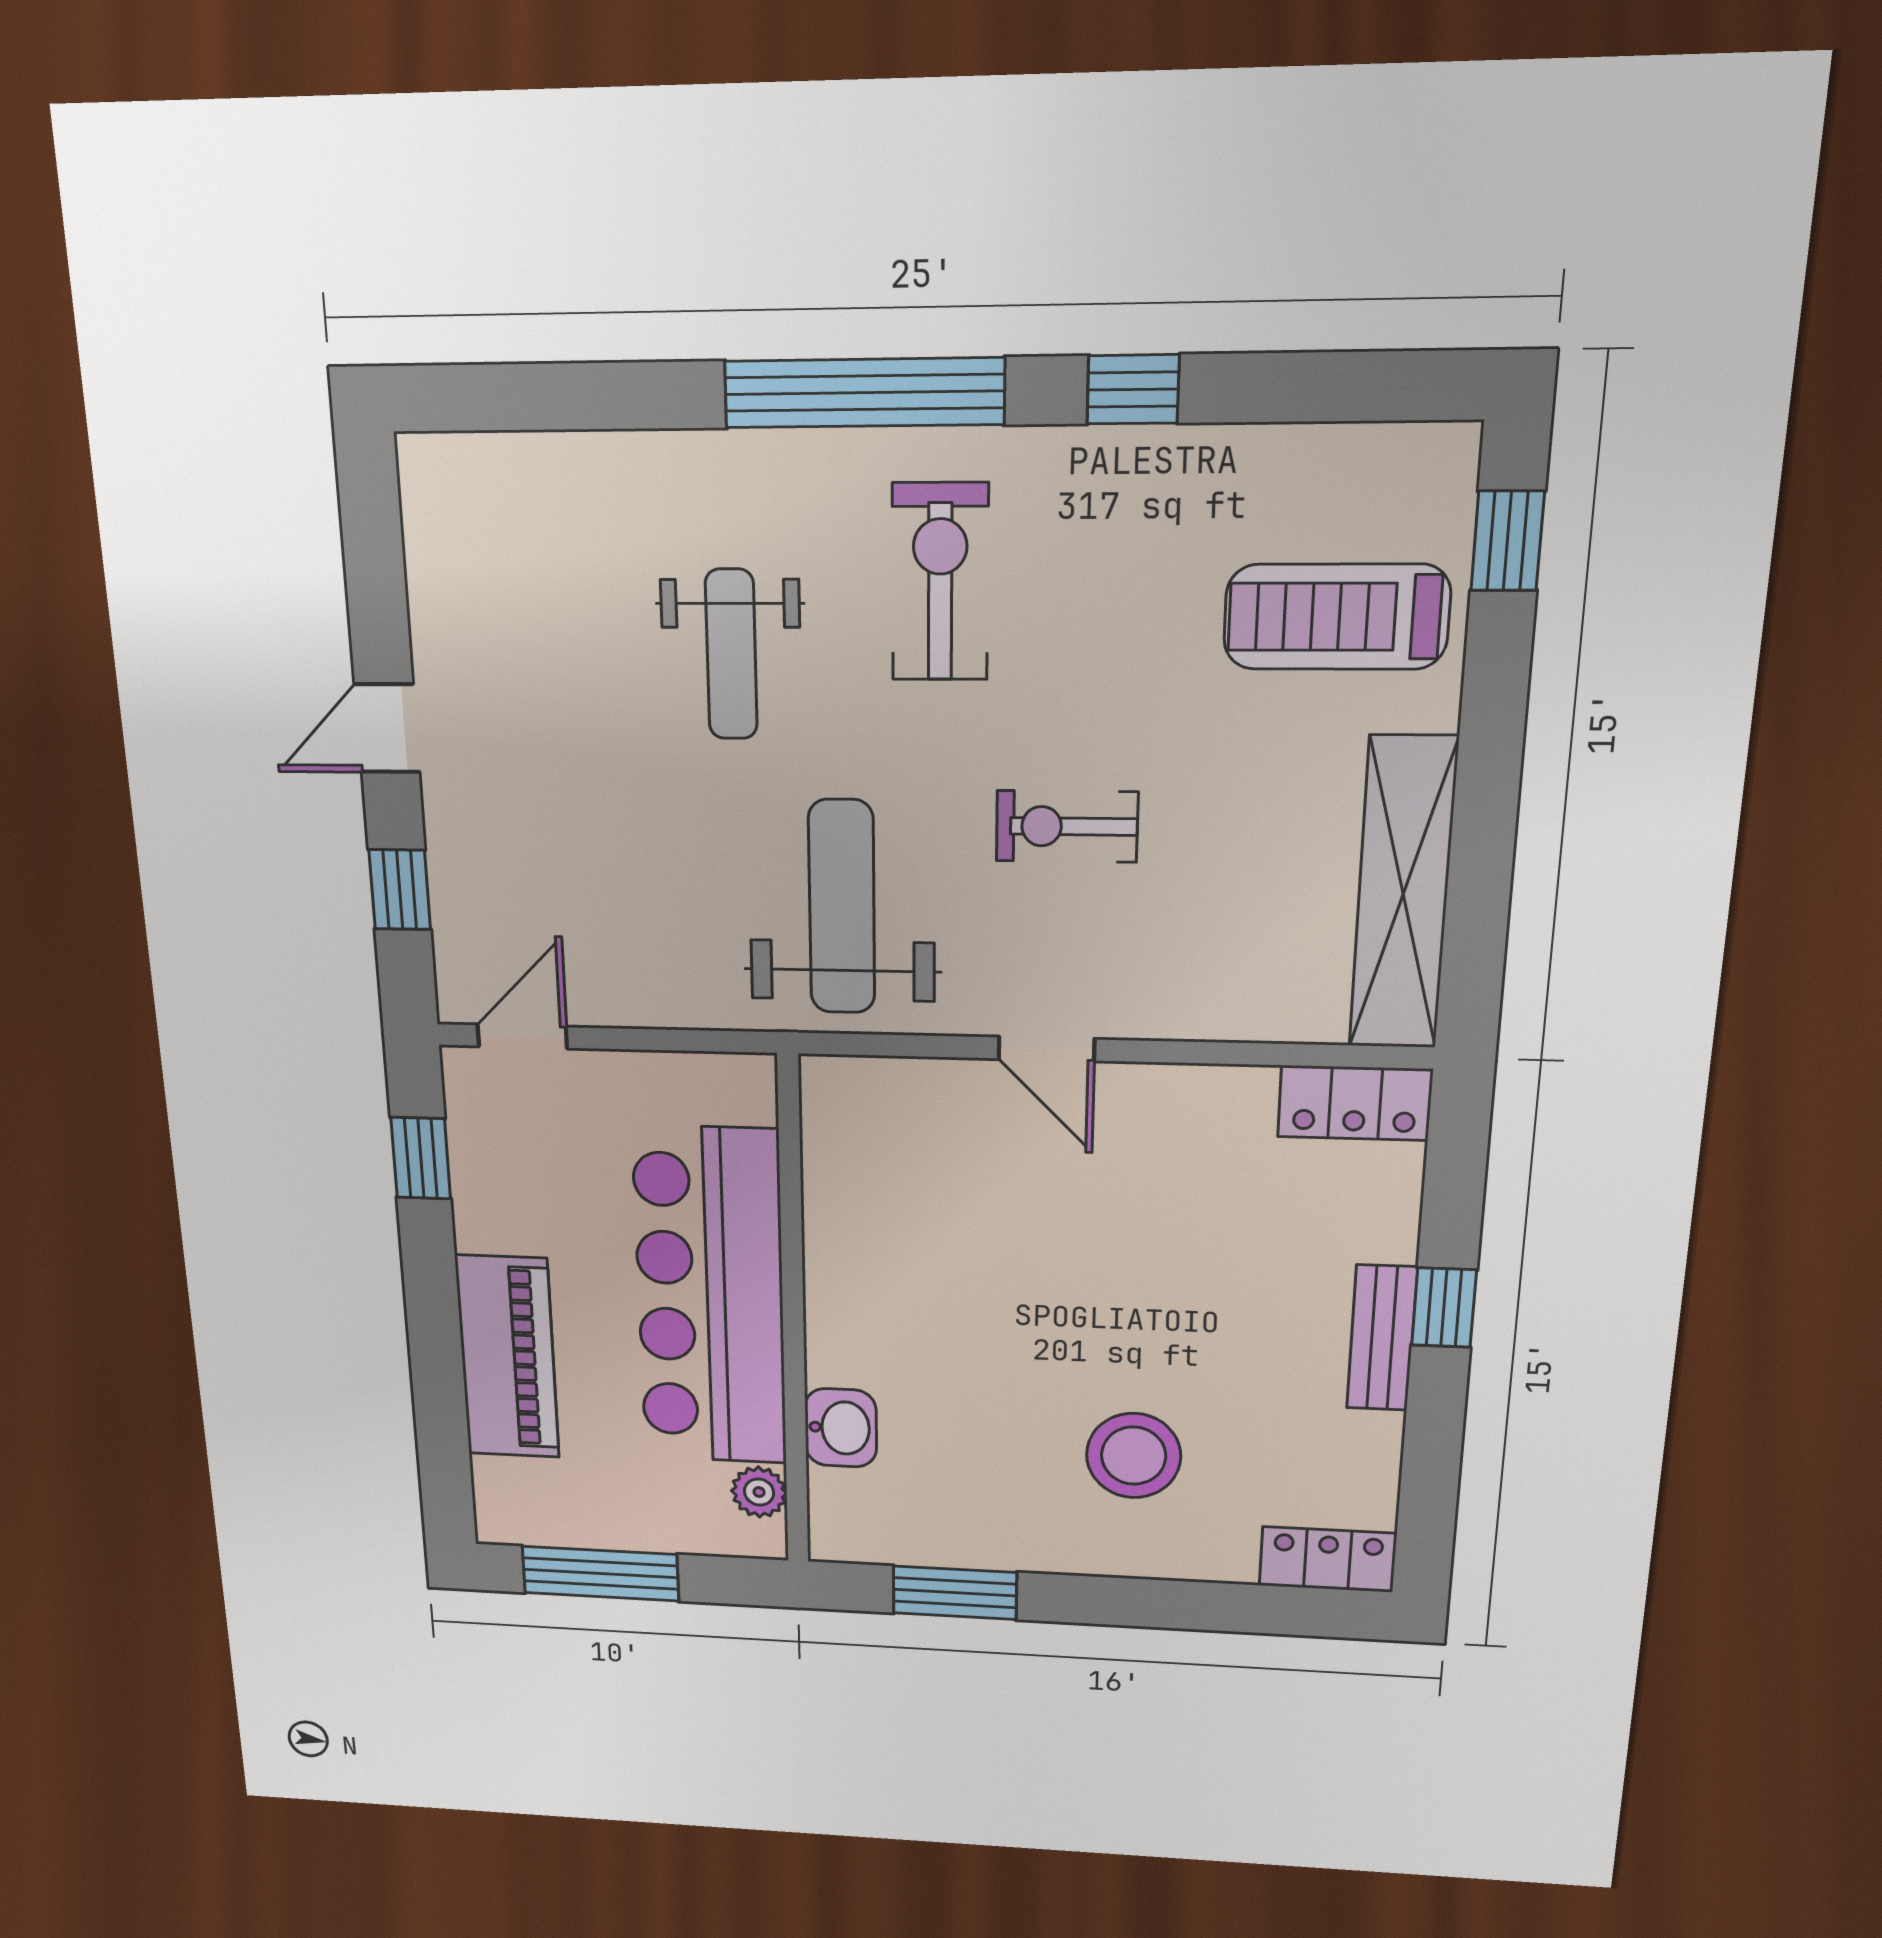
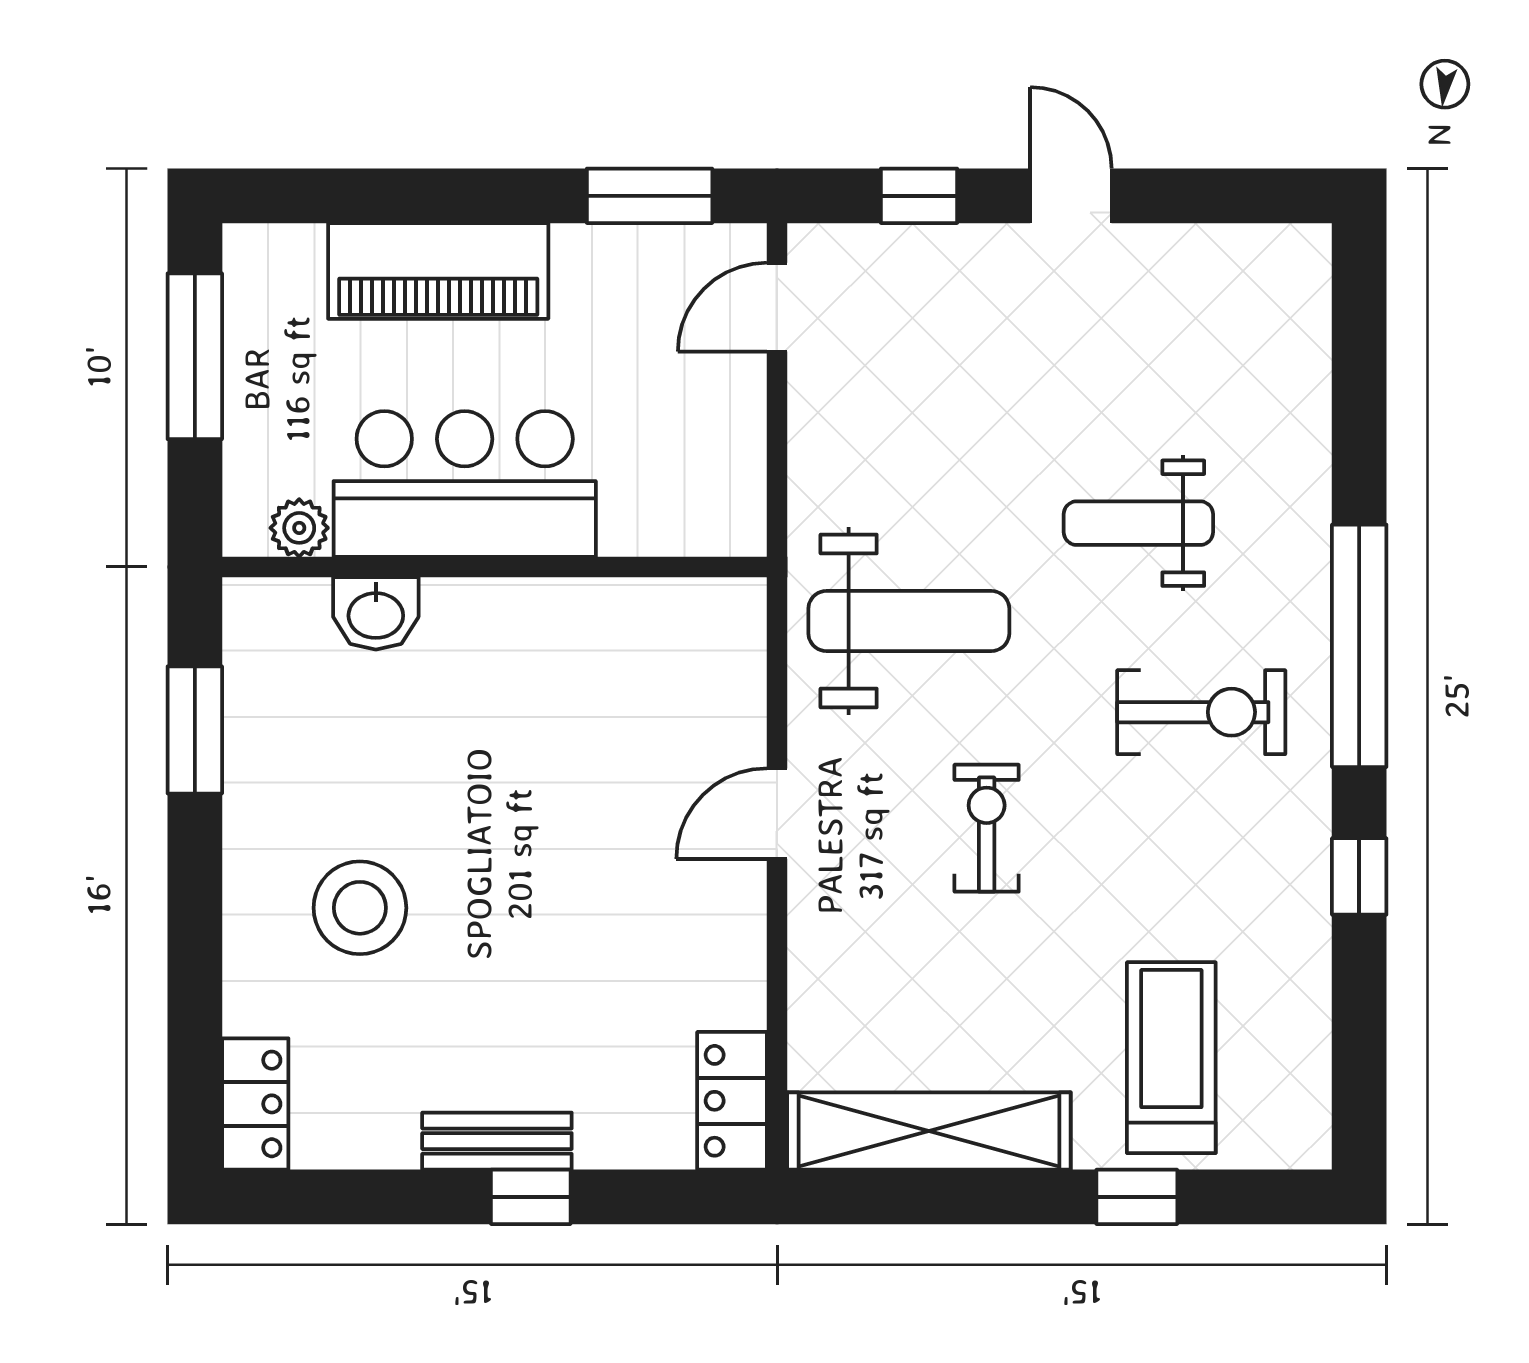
window: (1508, 541) -> (1137, 1197), moved
door: (522, 1037) -> (777, 307), swing flipped
window: (421, 1158) -> (650, 196), width x1.50
bar counter: (710, 1297) -> (465, 484), width x0.73

